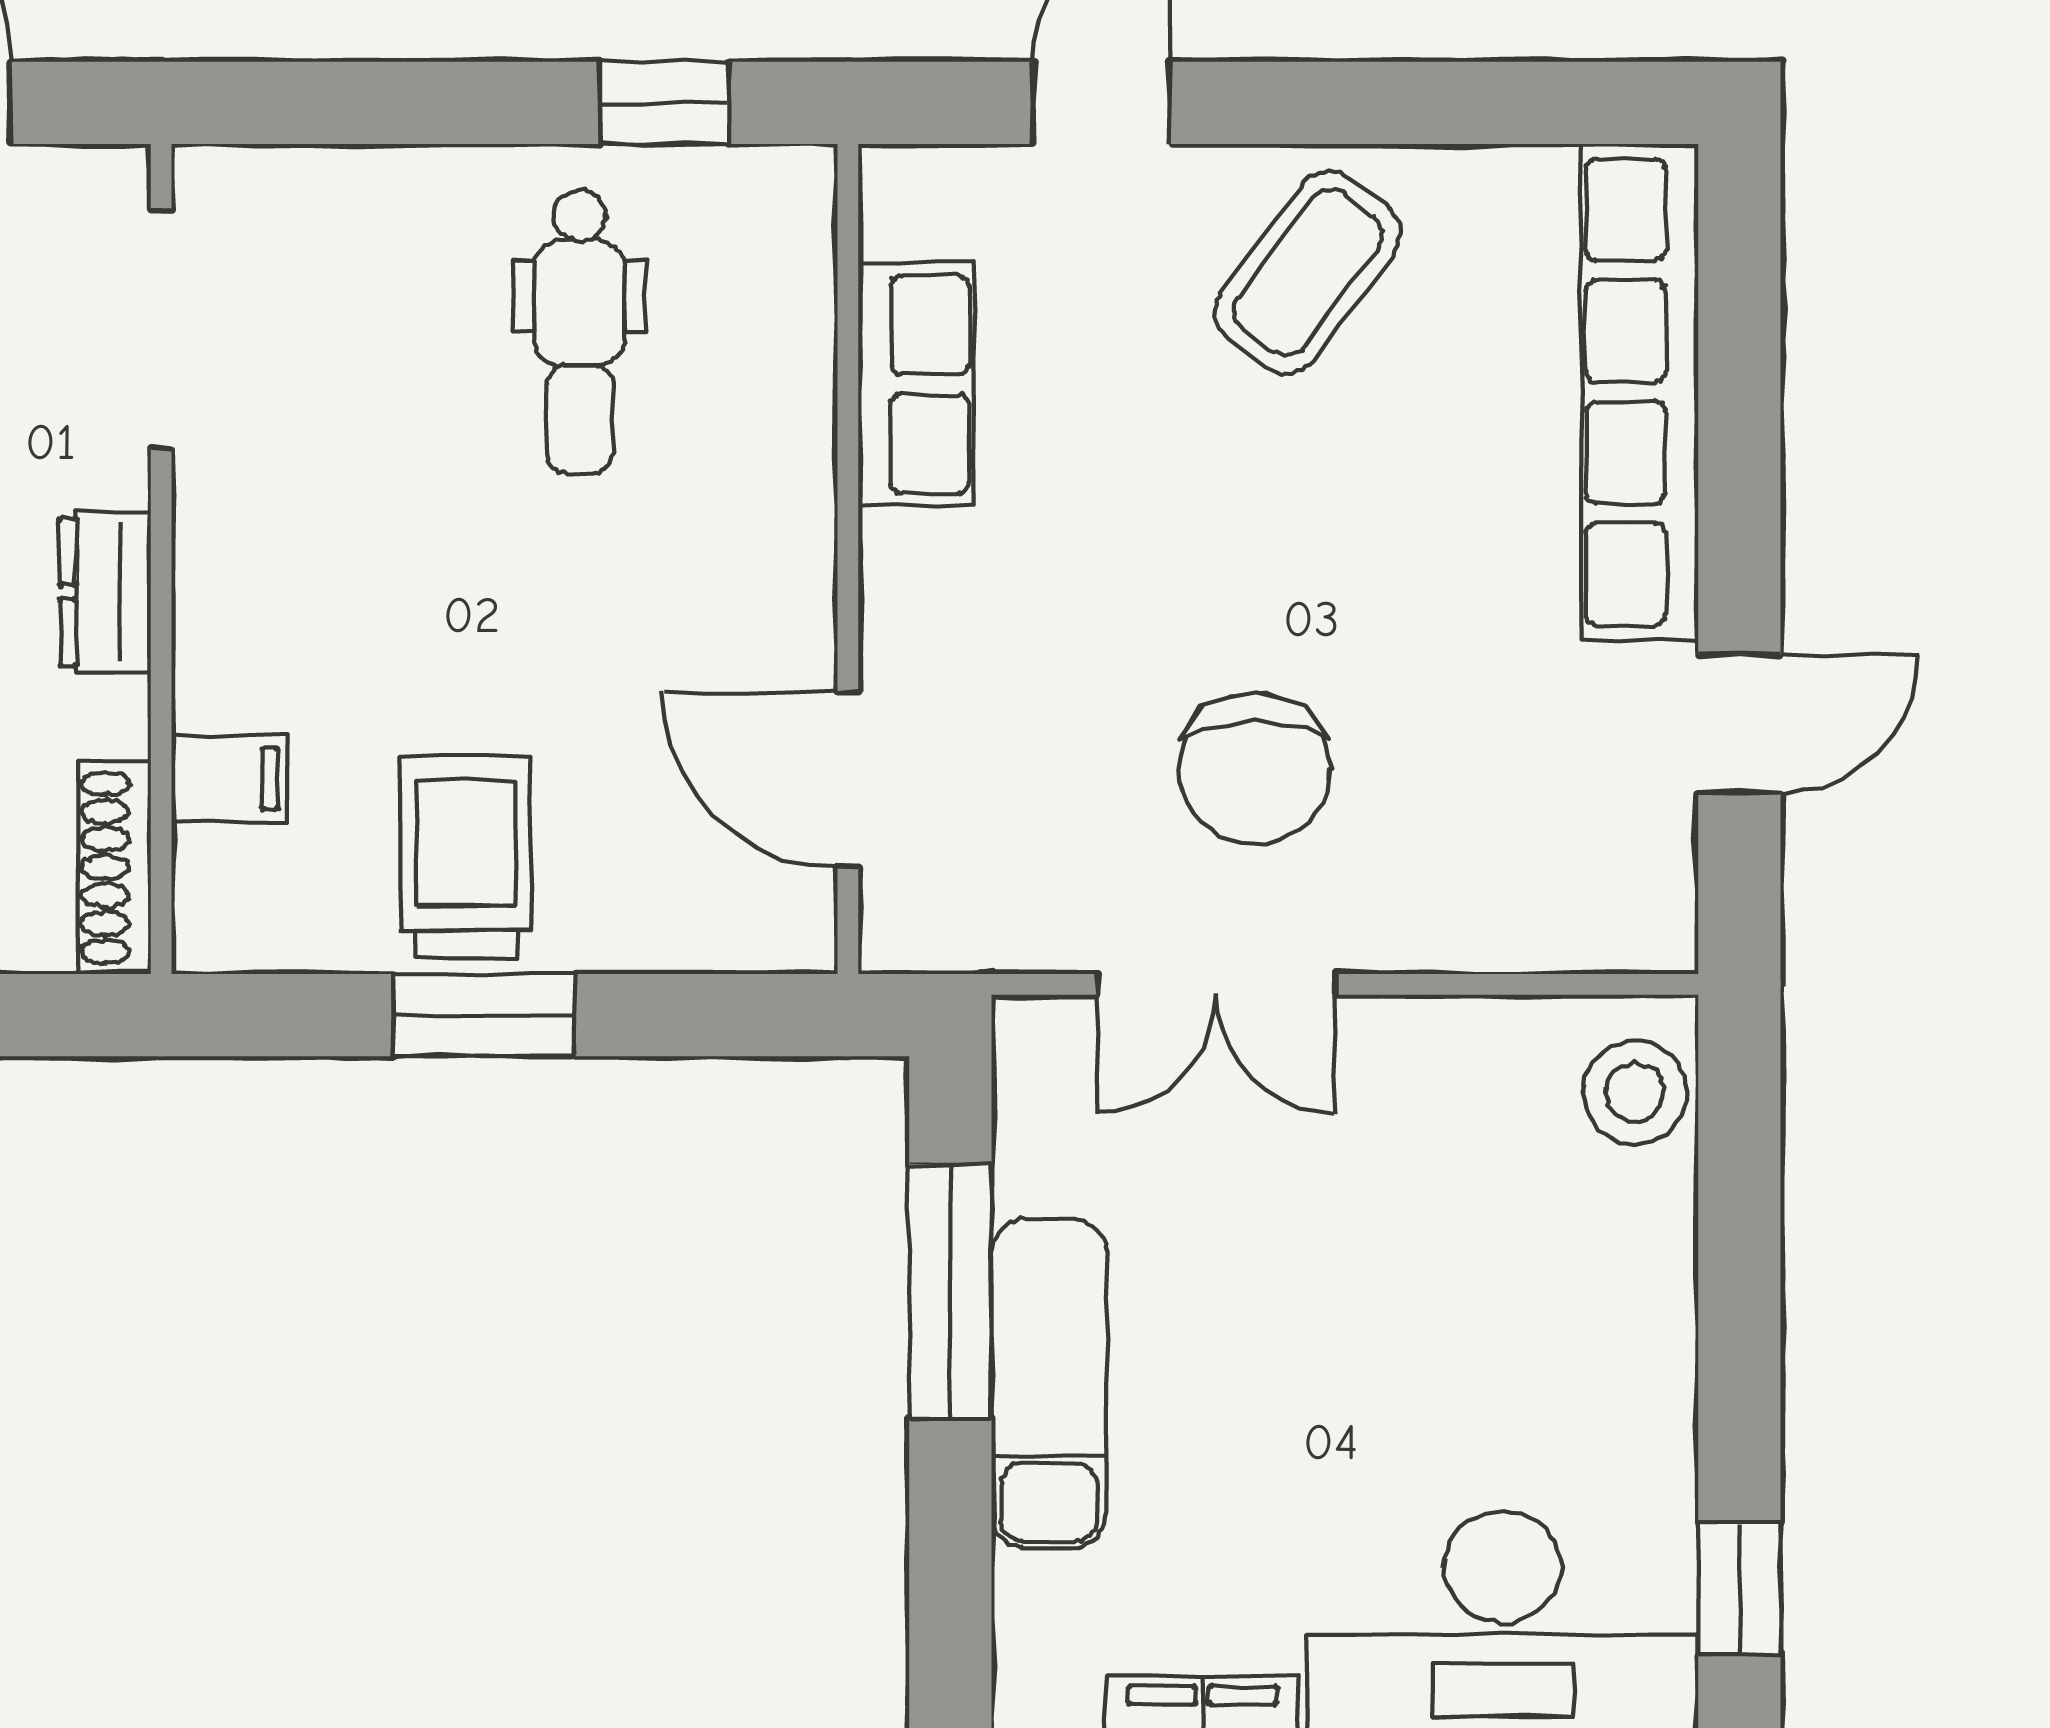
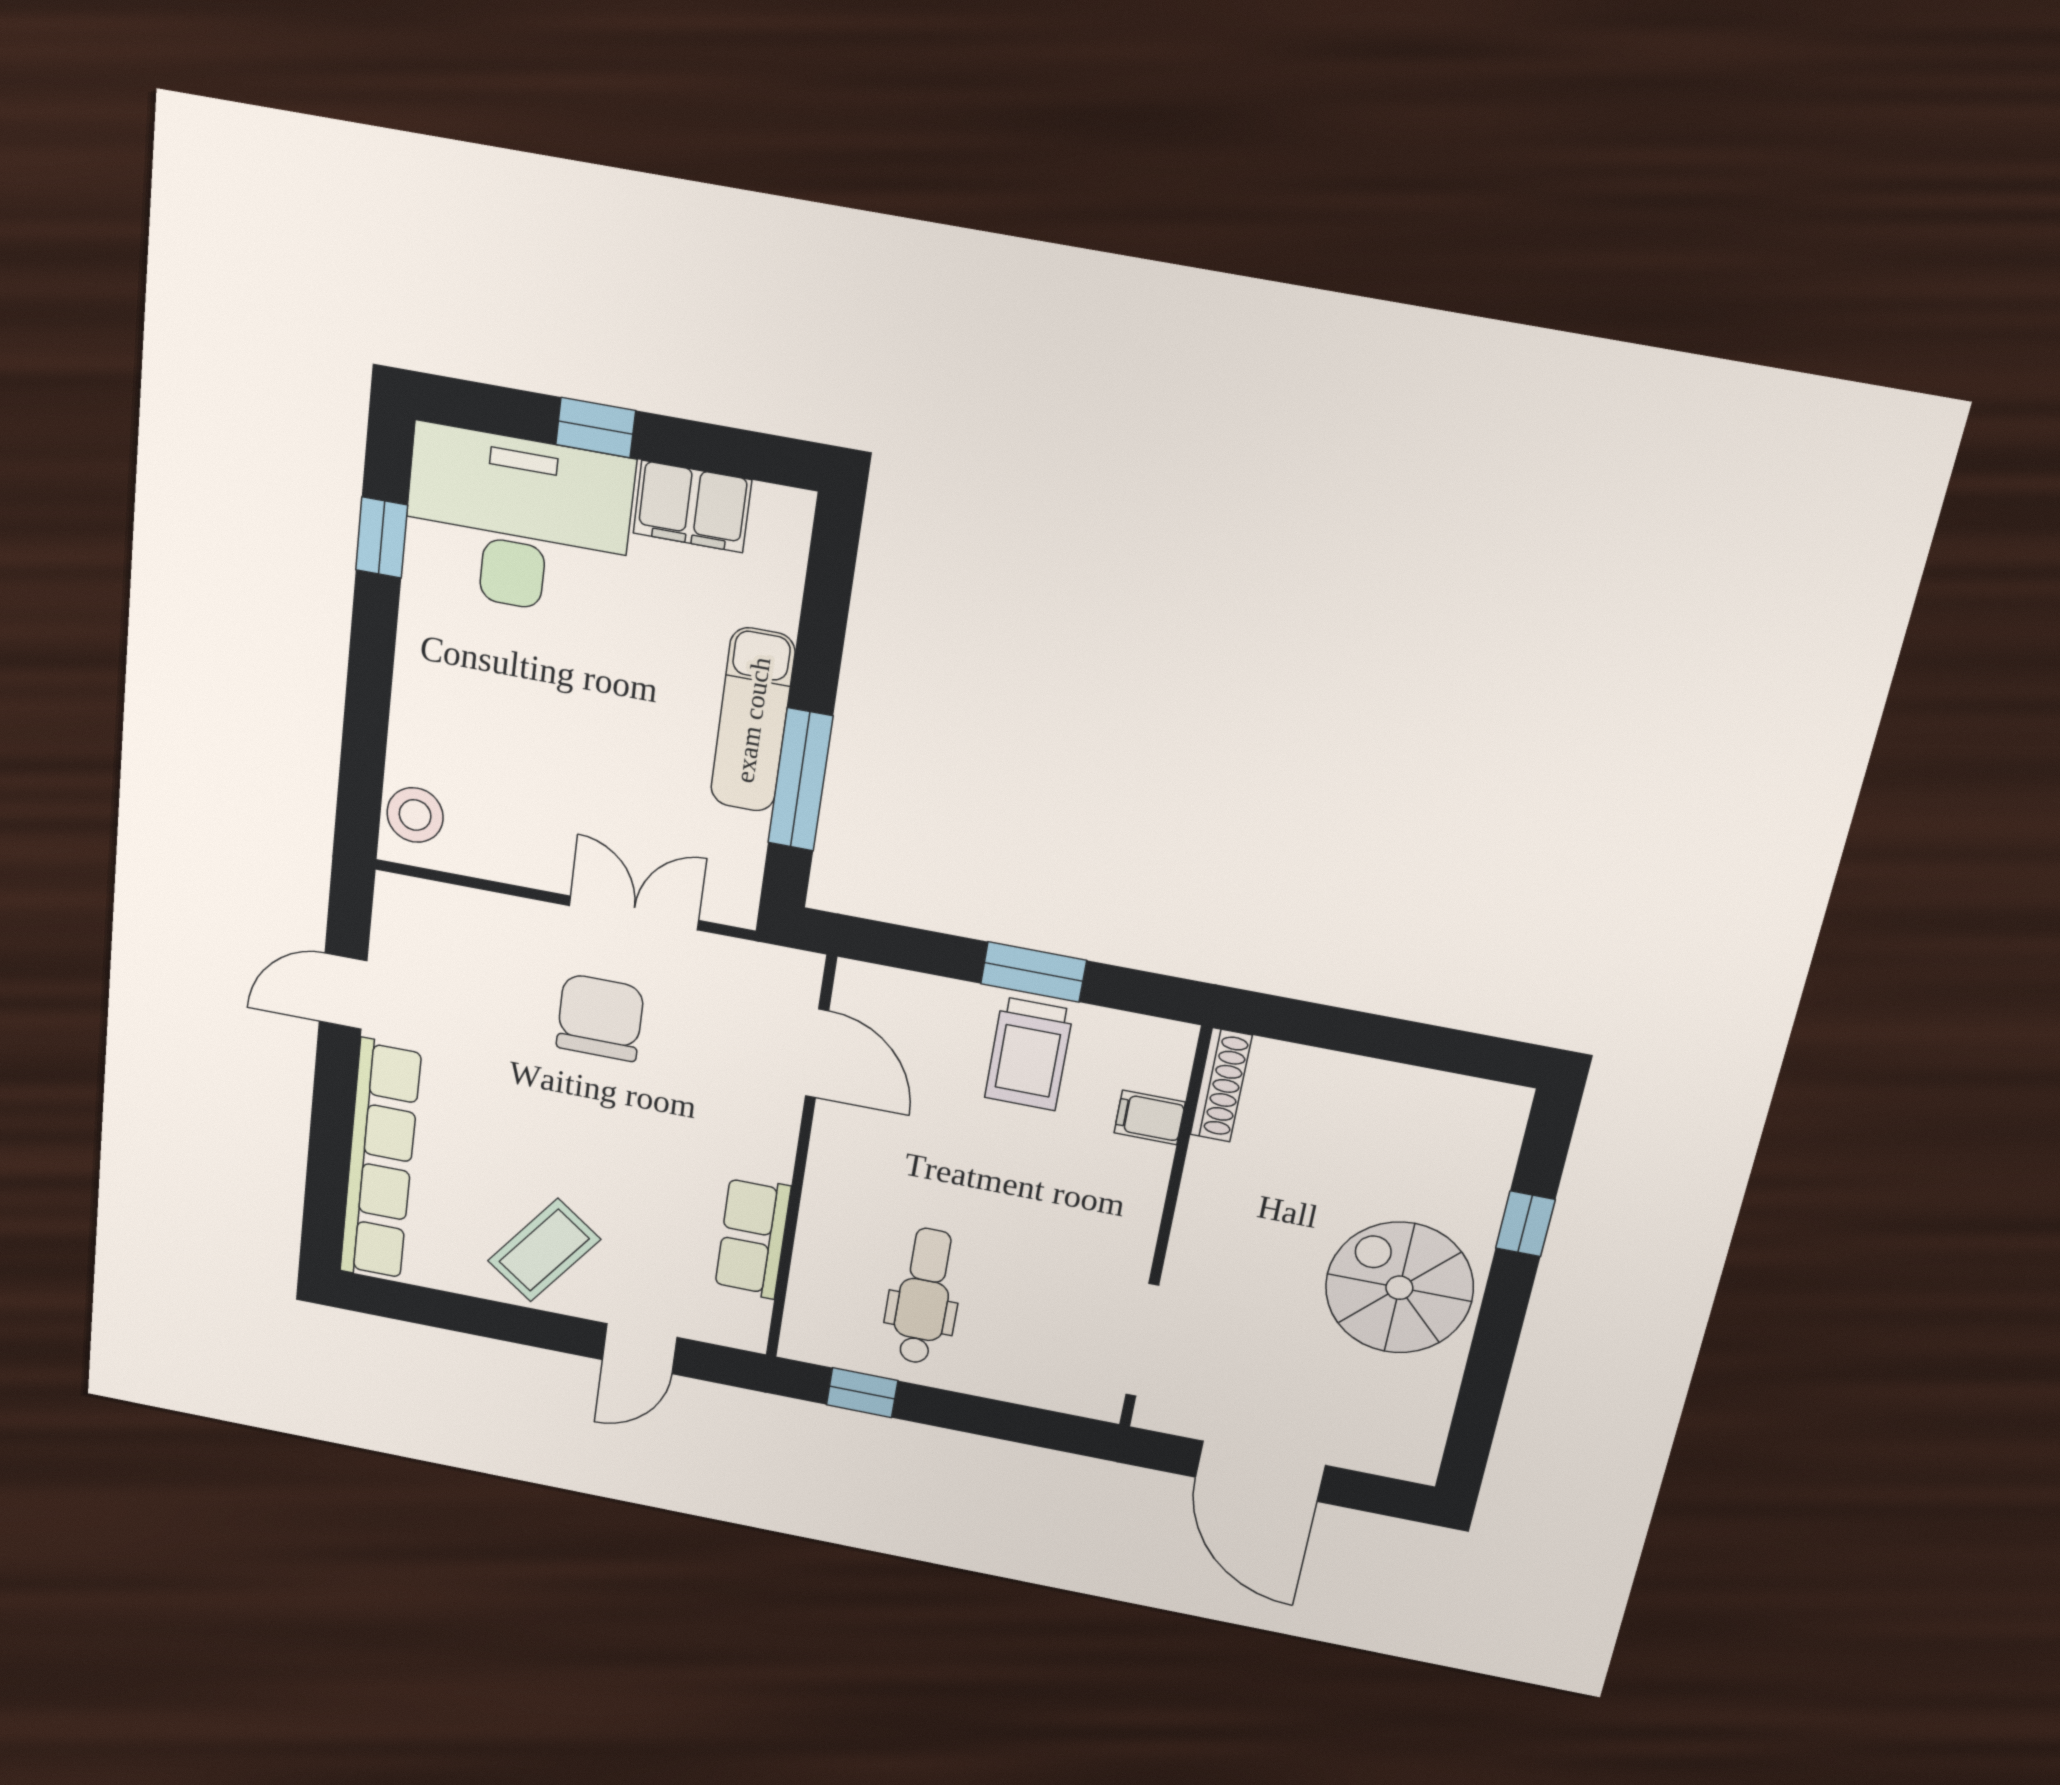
dresser: (105, 592) -> (1198, 1221), removed

